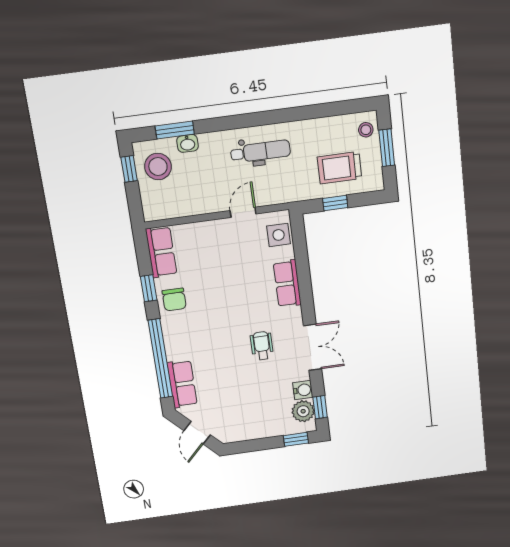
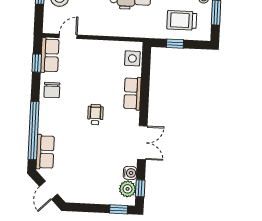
door: (243, 212) -> (68, 36), moved
window: (149, 288) -> (37, 63), moved
wheelchair: (262, 346) -> (95, 115), moved

